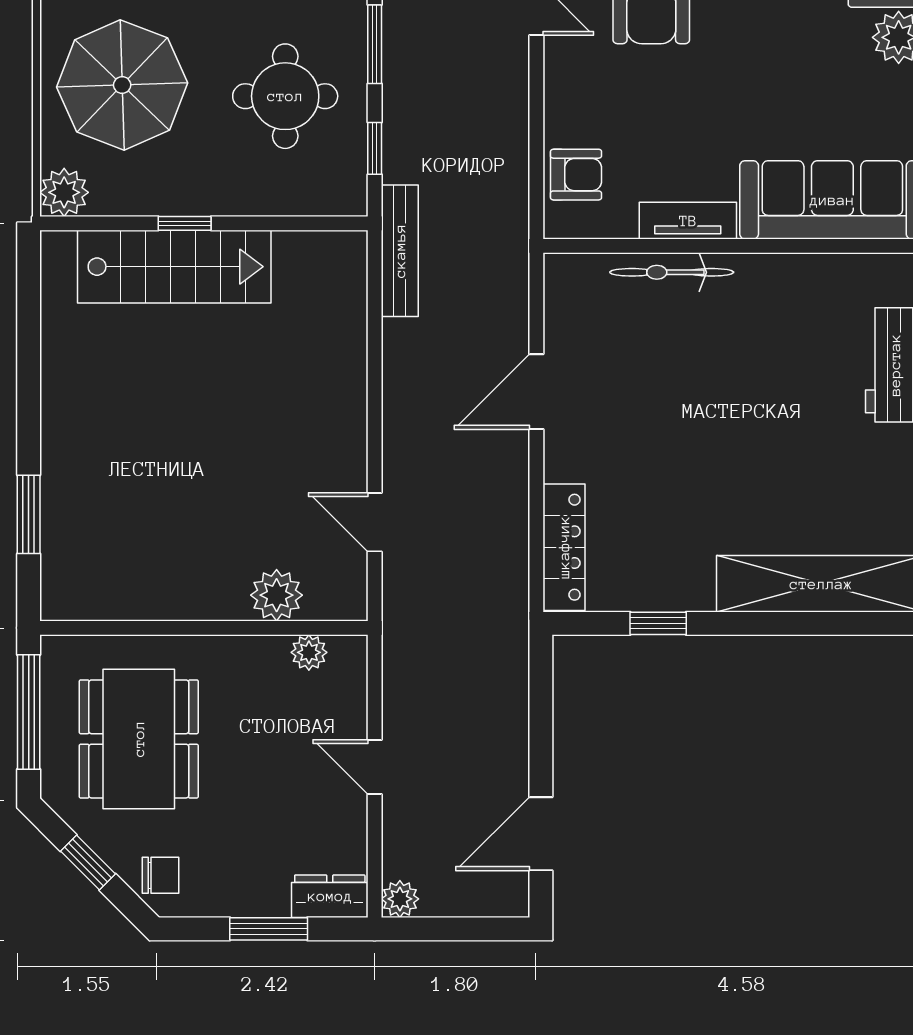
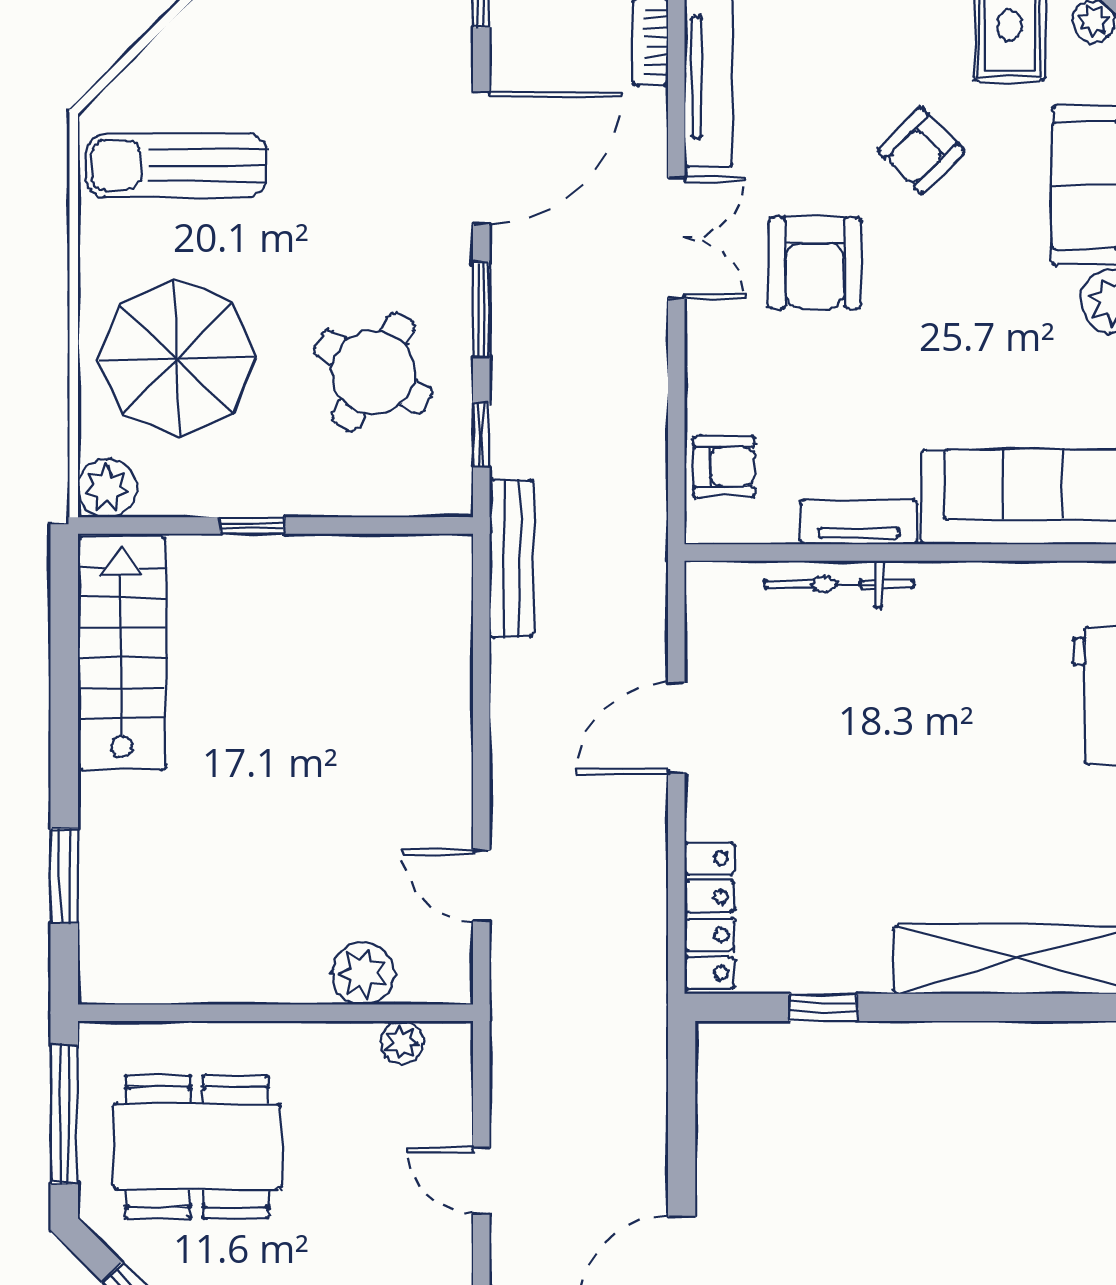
round table: (285, 96) -> (374, 372), turned 30
stairs: (174, 267) -> (122, 653), moved, turned -90
dining table: (139, 739) -> (197, 1147), turned 90

